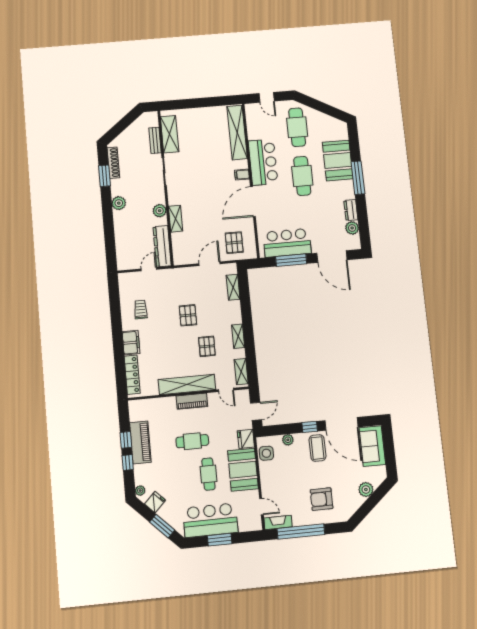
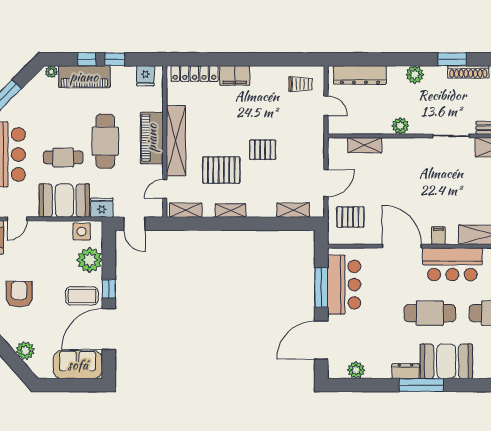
dresser: (351, 210) -> (405, 371), moved
shelving: (176, 219) -> (365, 145), moved
dresser: (162, 246) -> (360, 75), moved, turned 180
door: (210, 264) -> (326, 183), hinge flipped
trolley: (141, 310) -> (301, 84), moved
pallet: (207, 346) -> (221, 170), width x1.50, depth x1.42
piano: (192, 401) -> (152, 138), width x1.37, depth x1.33
plant: (288, 440) -> (90, 260), width x1.87, depth x1.87
cafe table: (192, 441) -> (105, 141), width x1.37, depth x1.35
piano: (140, 442) -> (84, 77), moved
fridge: (155, 502) -> (145, 76), moved, turned 45

